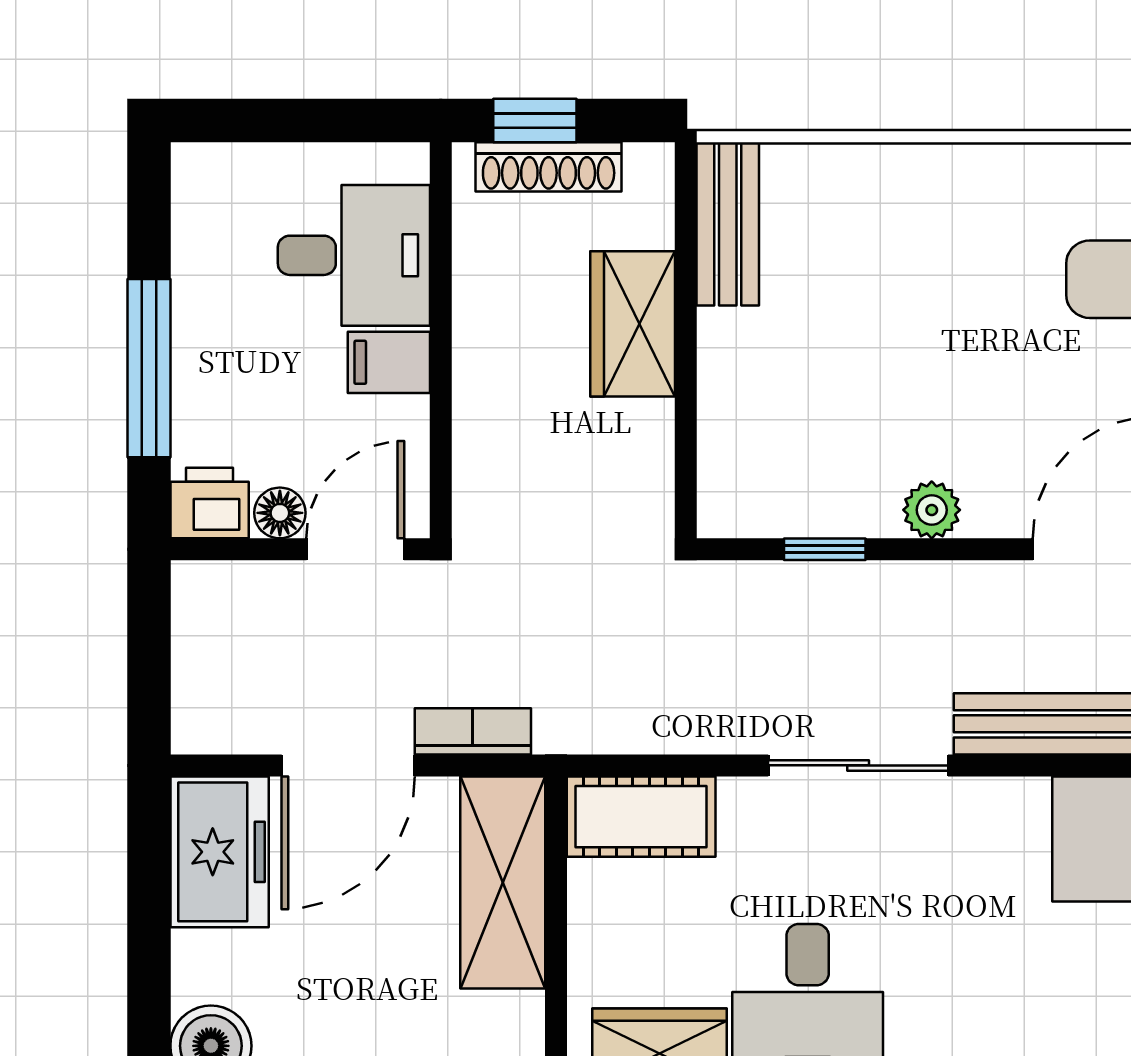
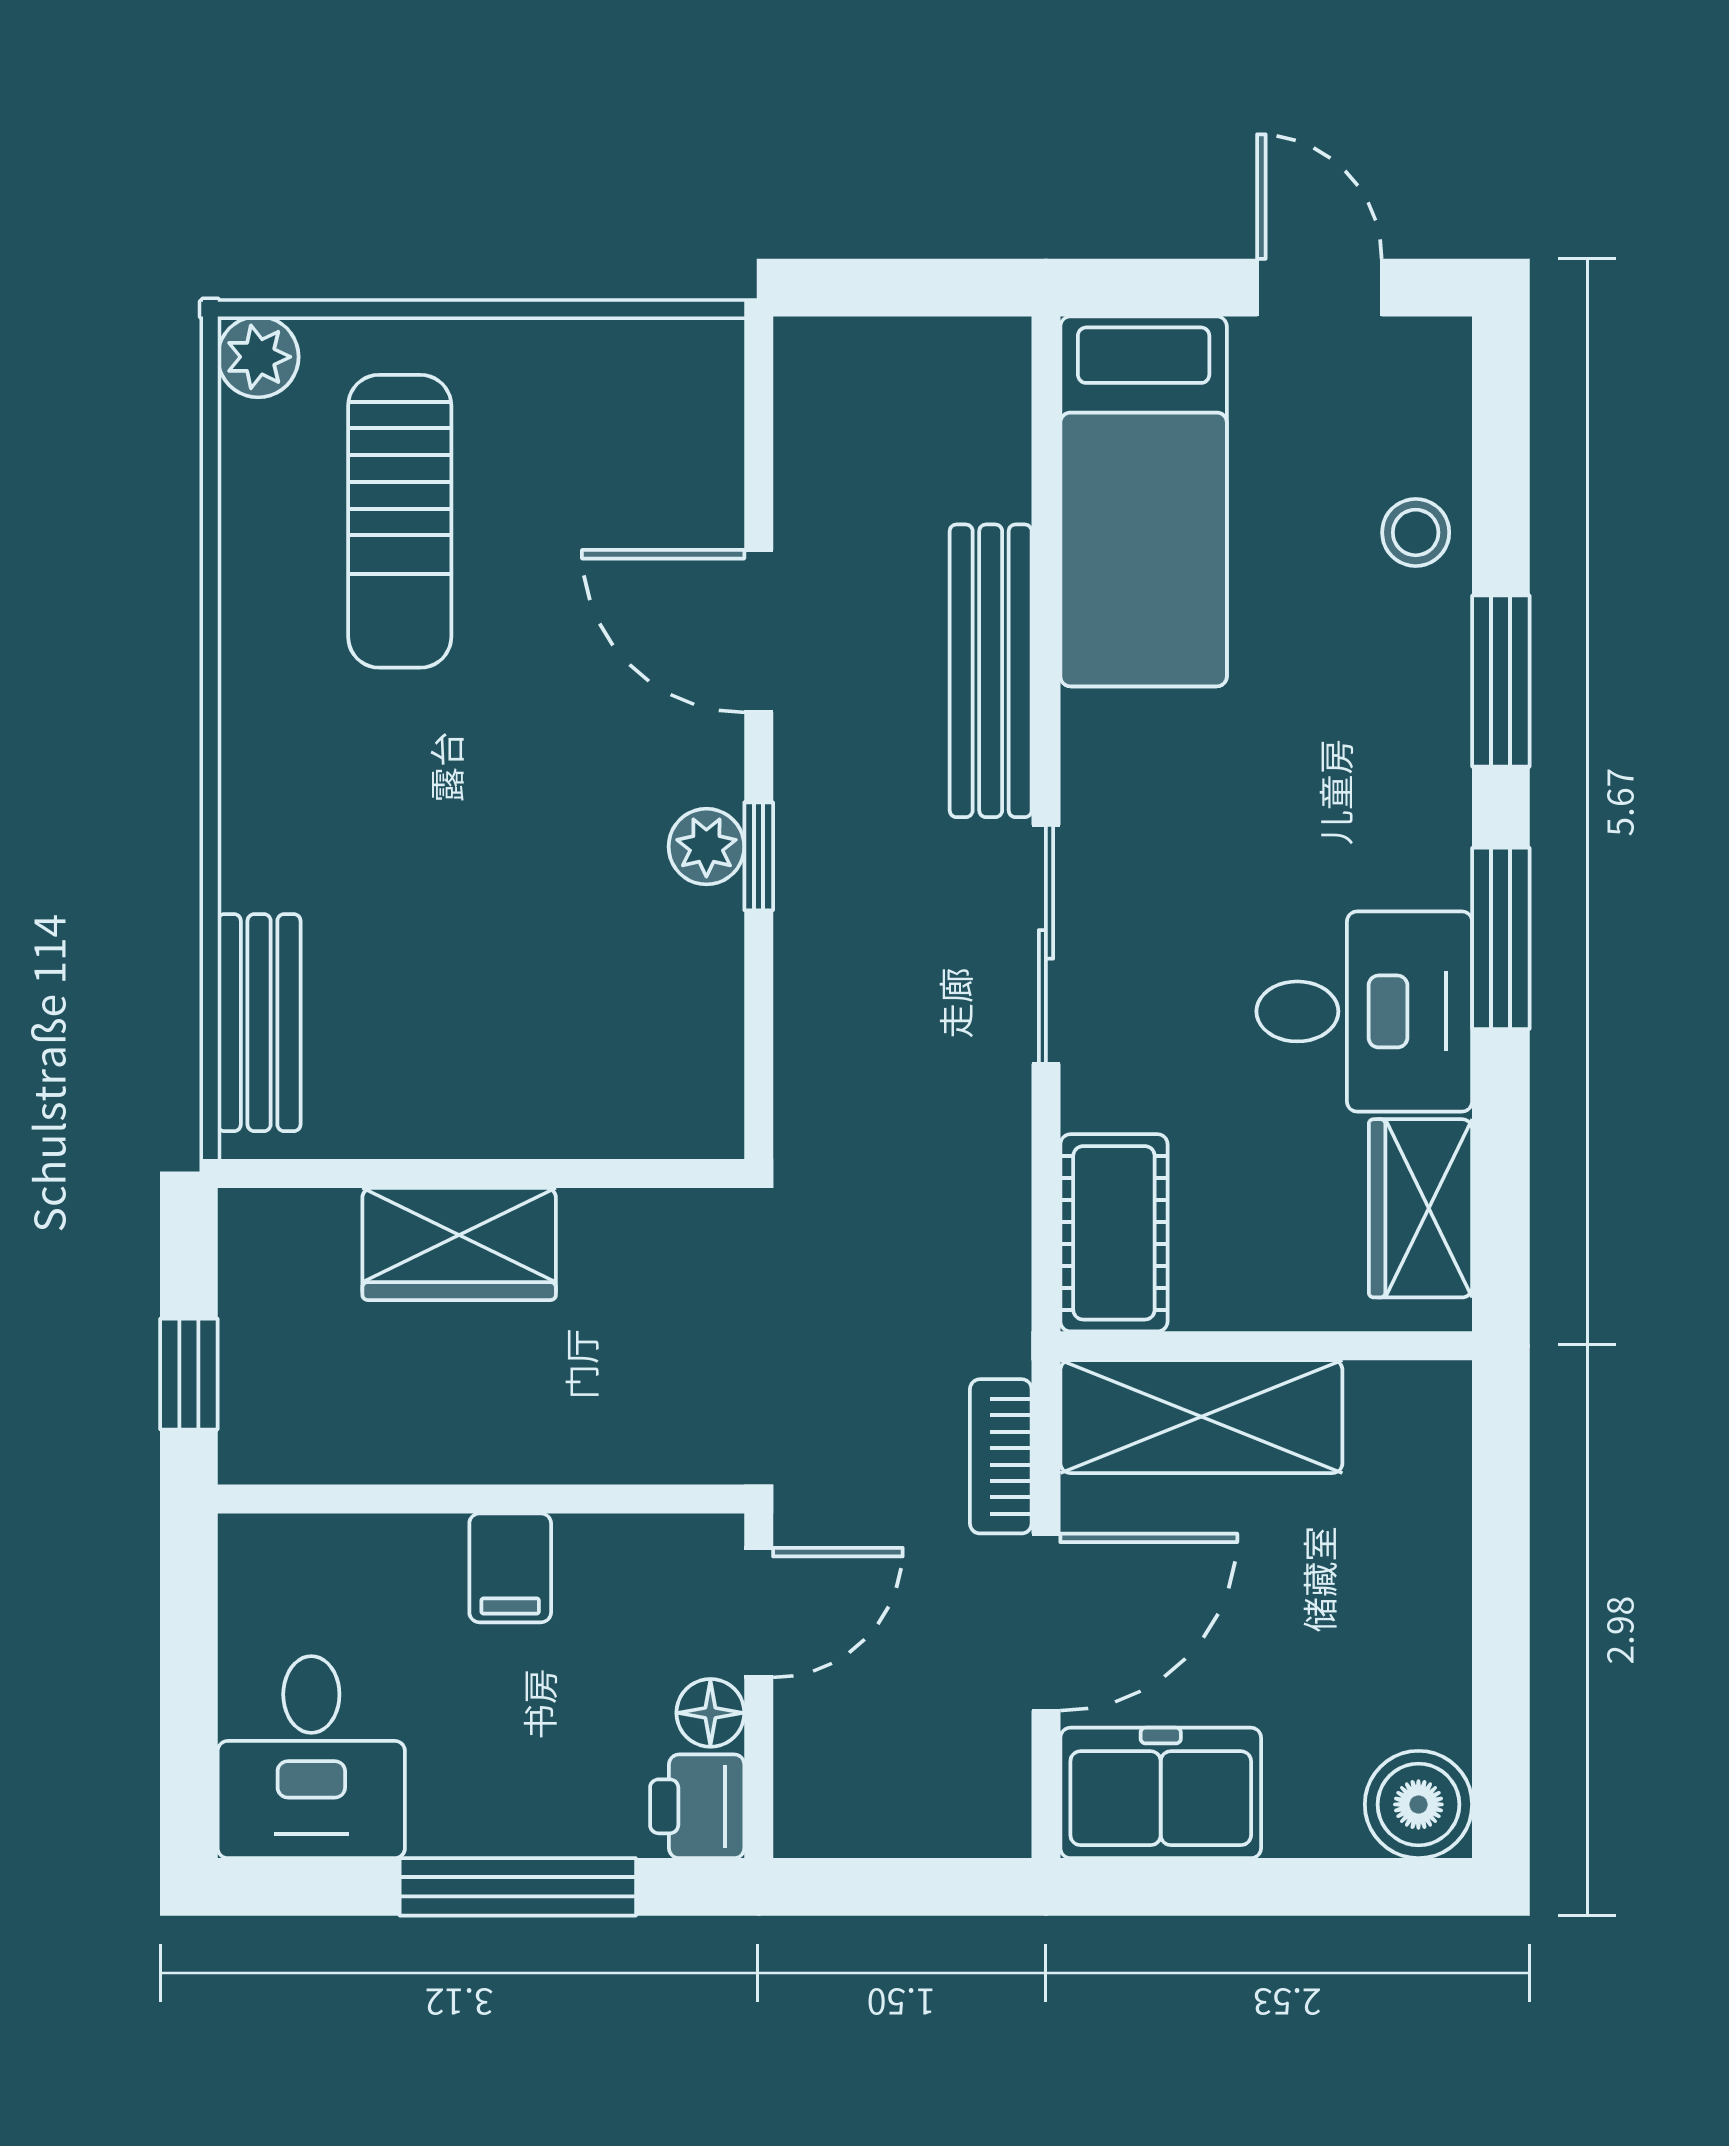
shoe rack: (549, 167) -> (251, 1356), removed
bench: (728, 224) -> (259, 1023), moved, turned 90
desk: (354, 255) -> (311, 1757), moved, turned 180
door: (355, 549) -> (759, 1613), swing flipped
window: (825, 549) -> (759, 856), moved
door: (348, 765) -> (1046, 1622), hinge flipped

